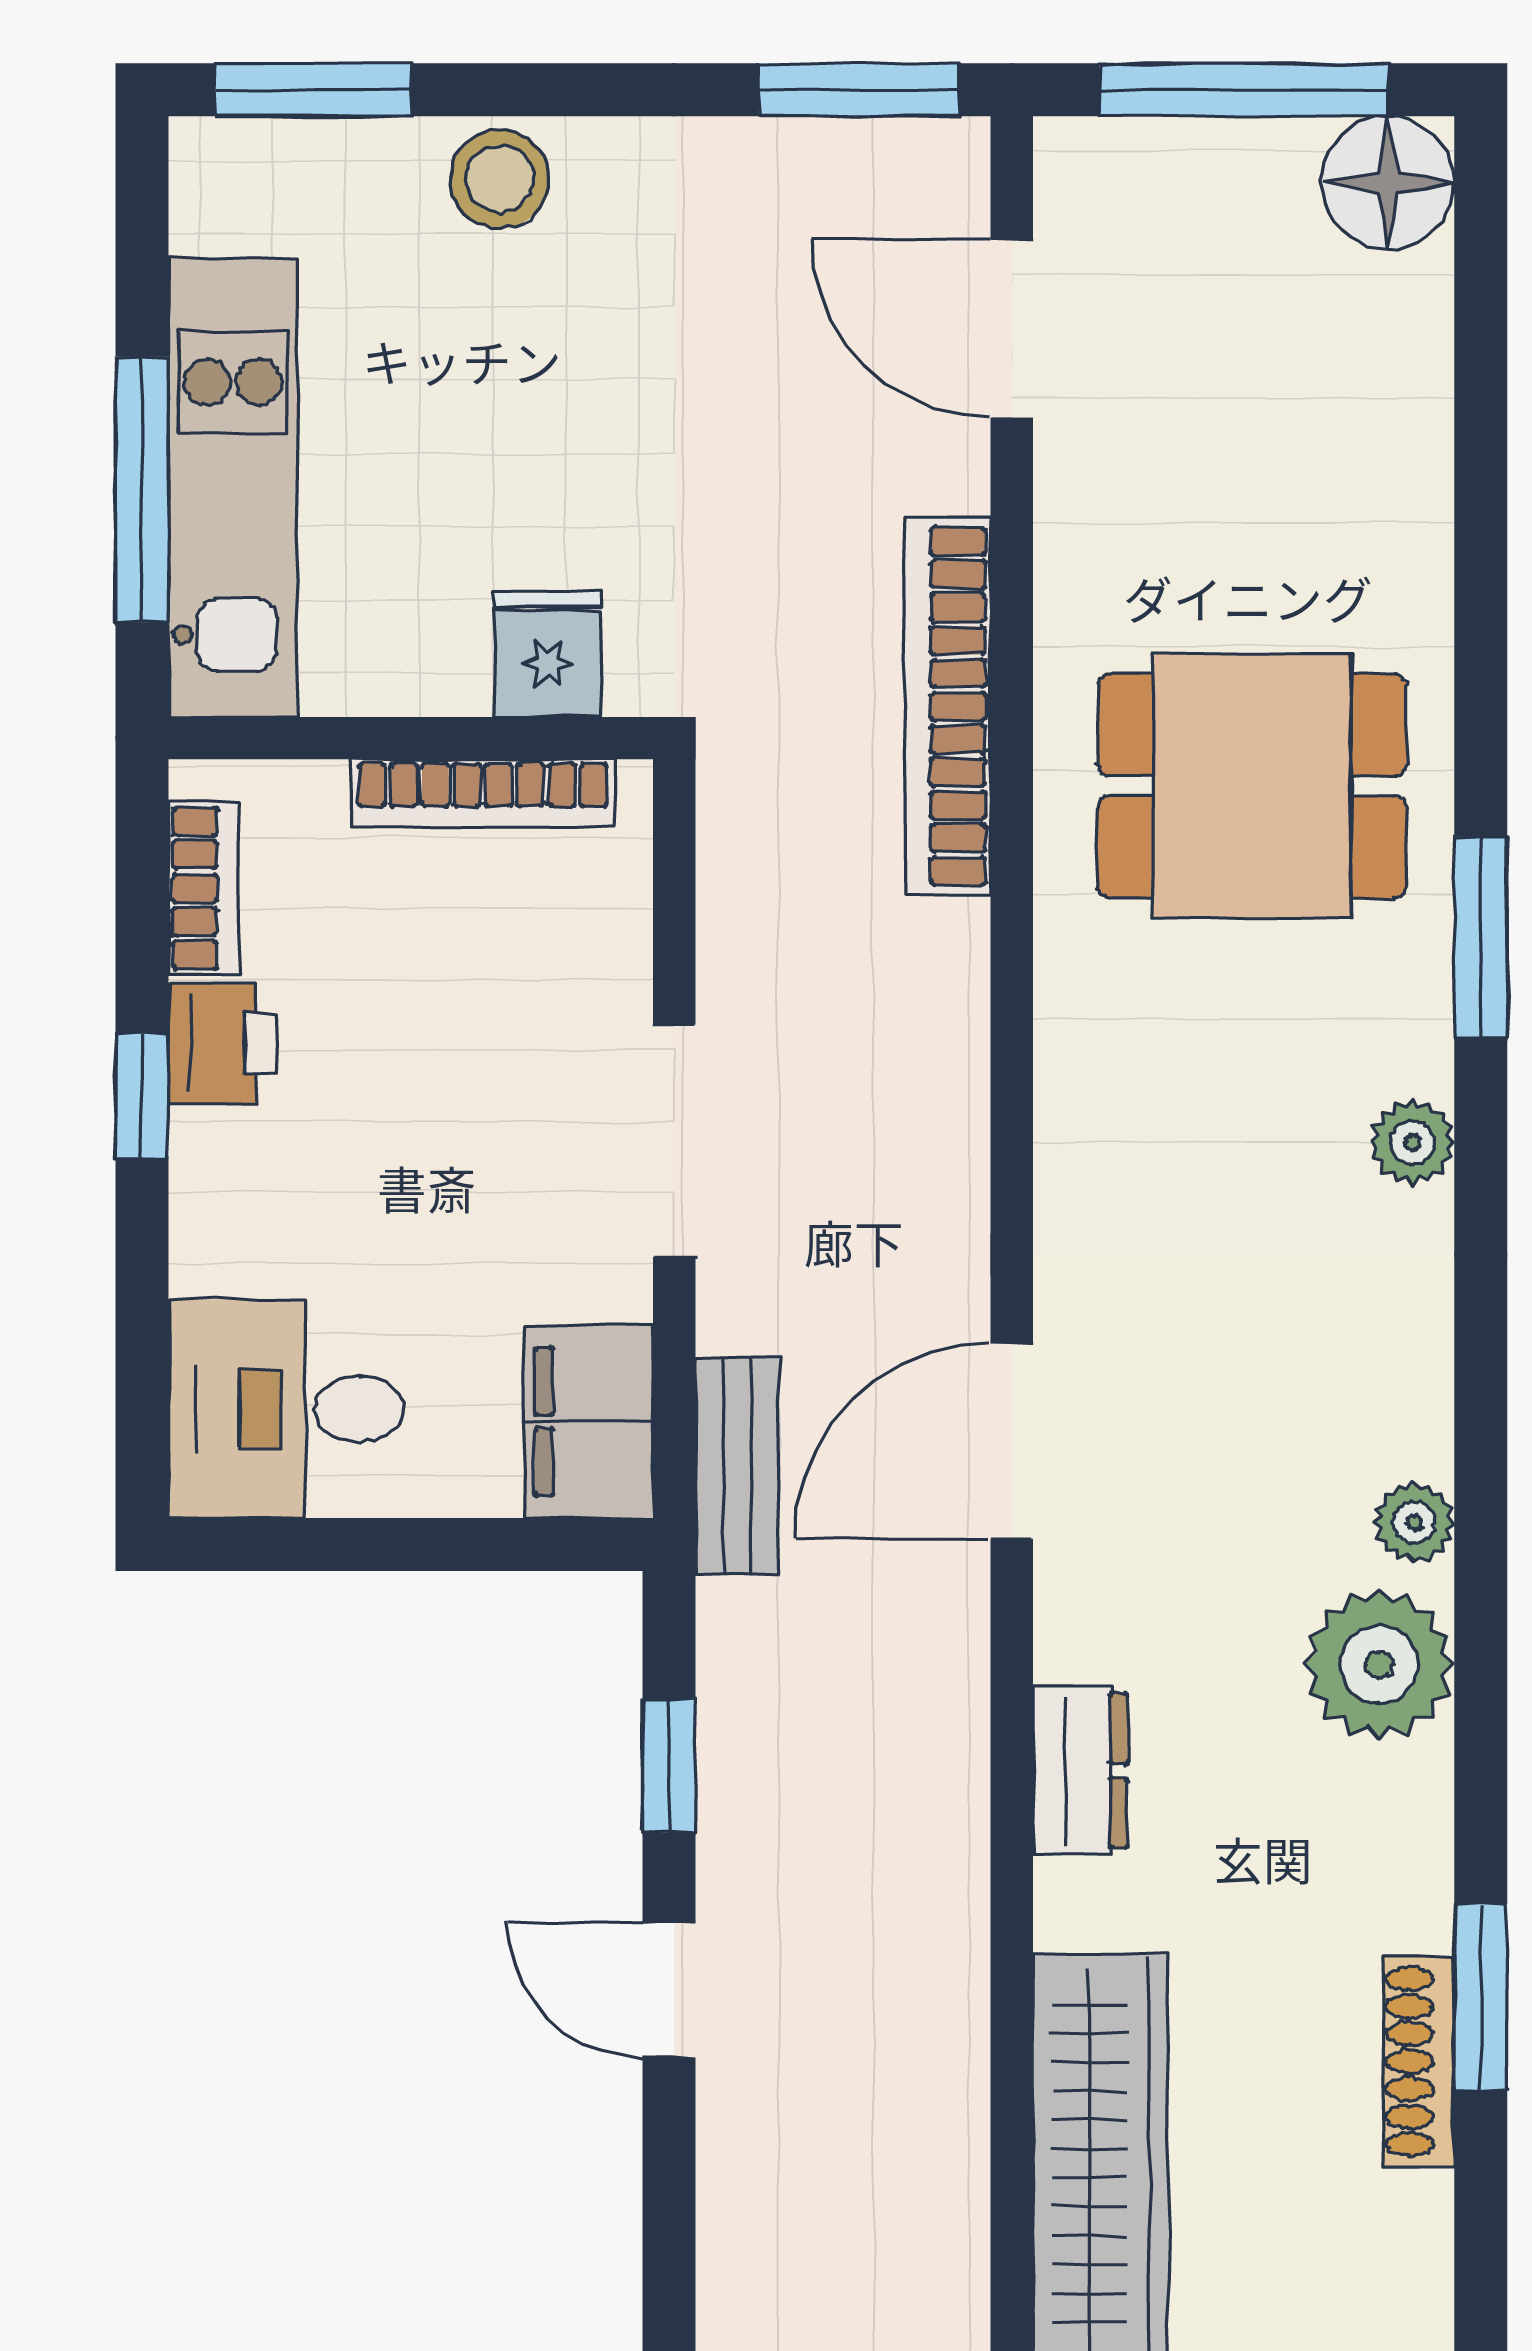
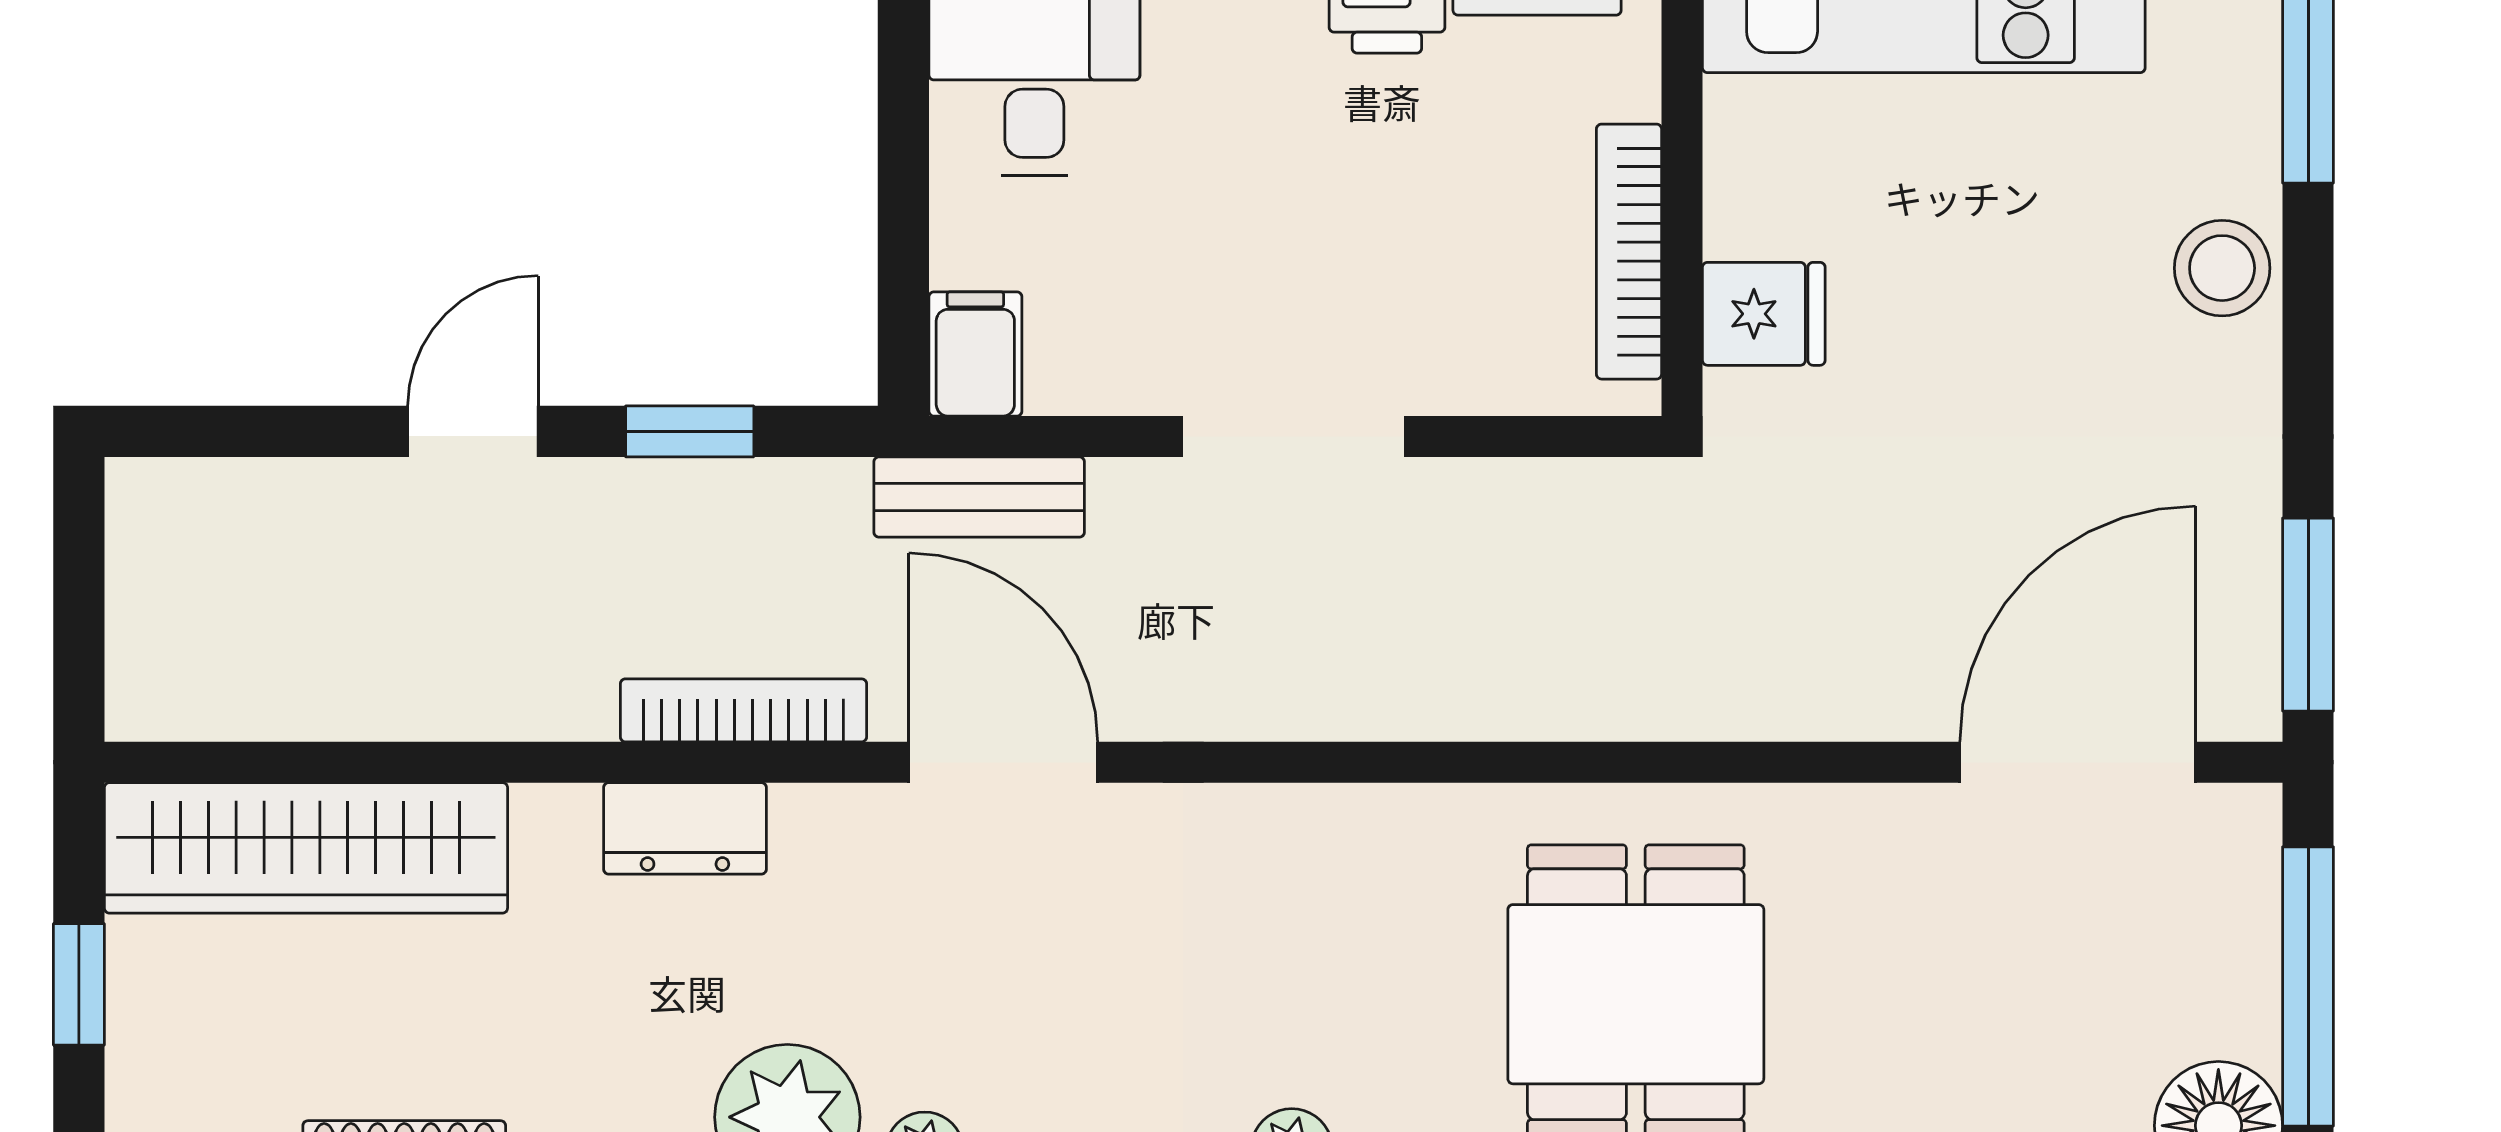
door: (1012, 328) -> (2078, 762), width x1.36
bookcase: (948, 706) -> (743, 710), moved, width x0.68, depth x0.76
filing cabinet: (589, 1422) -> (975, 354), width x0.50

